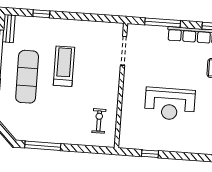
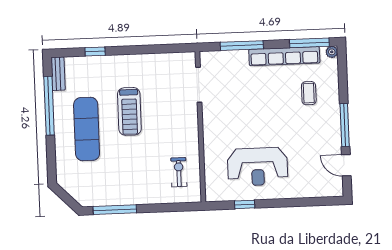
treadmill: (64, 66) -> (129, 111), turned 180
reception desk: (170, 104) -> (258, 167), moved

